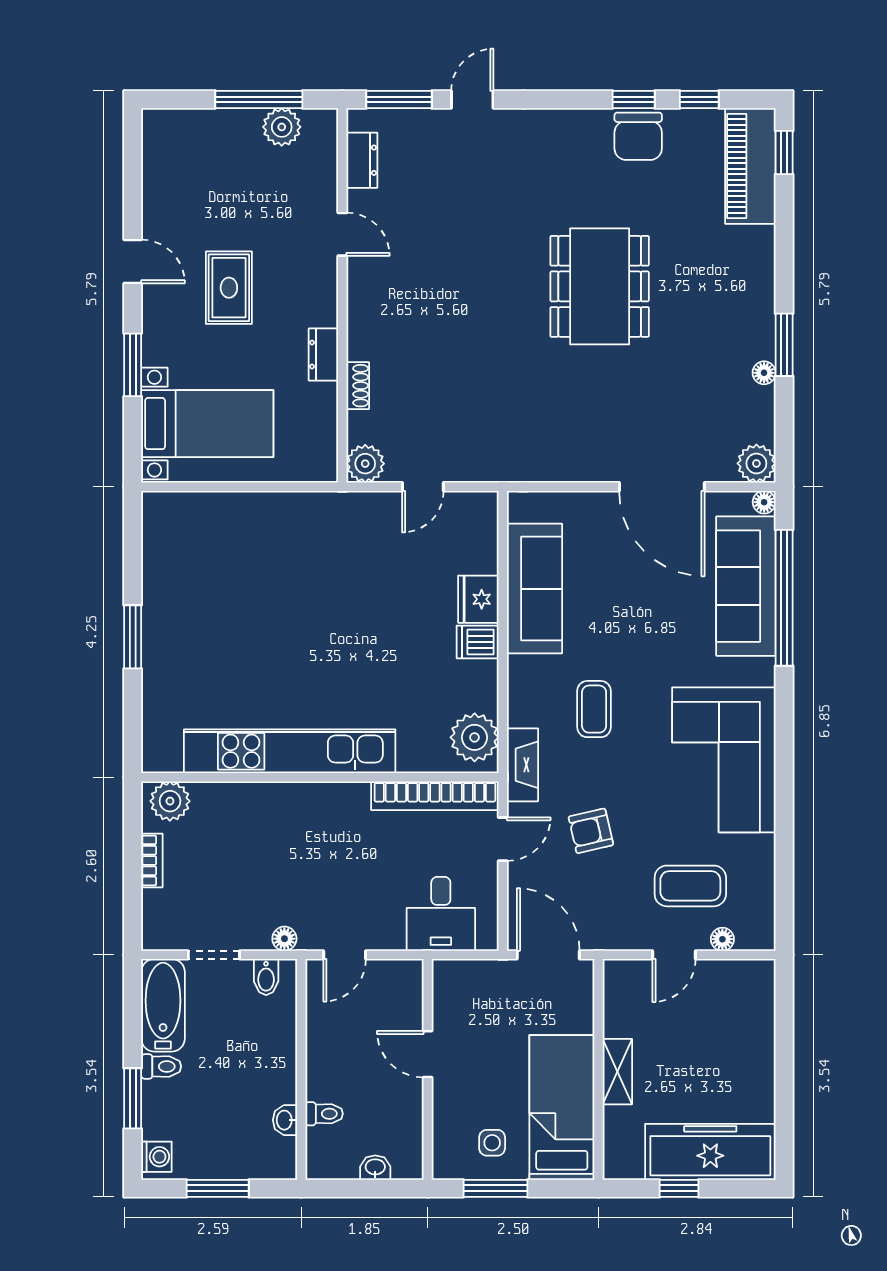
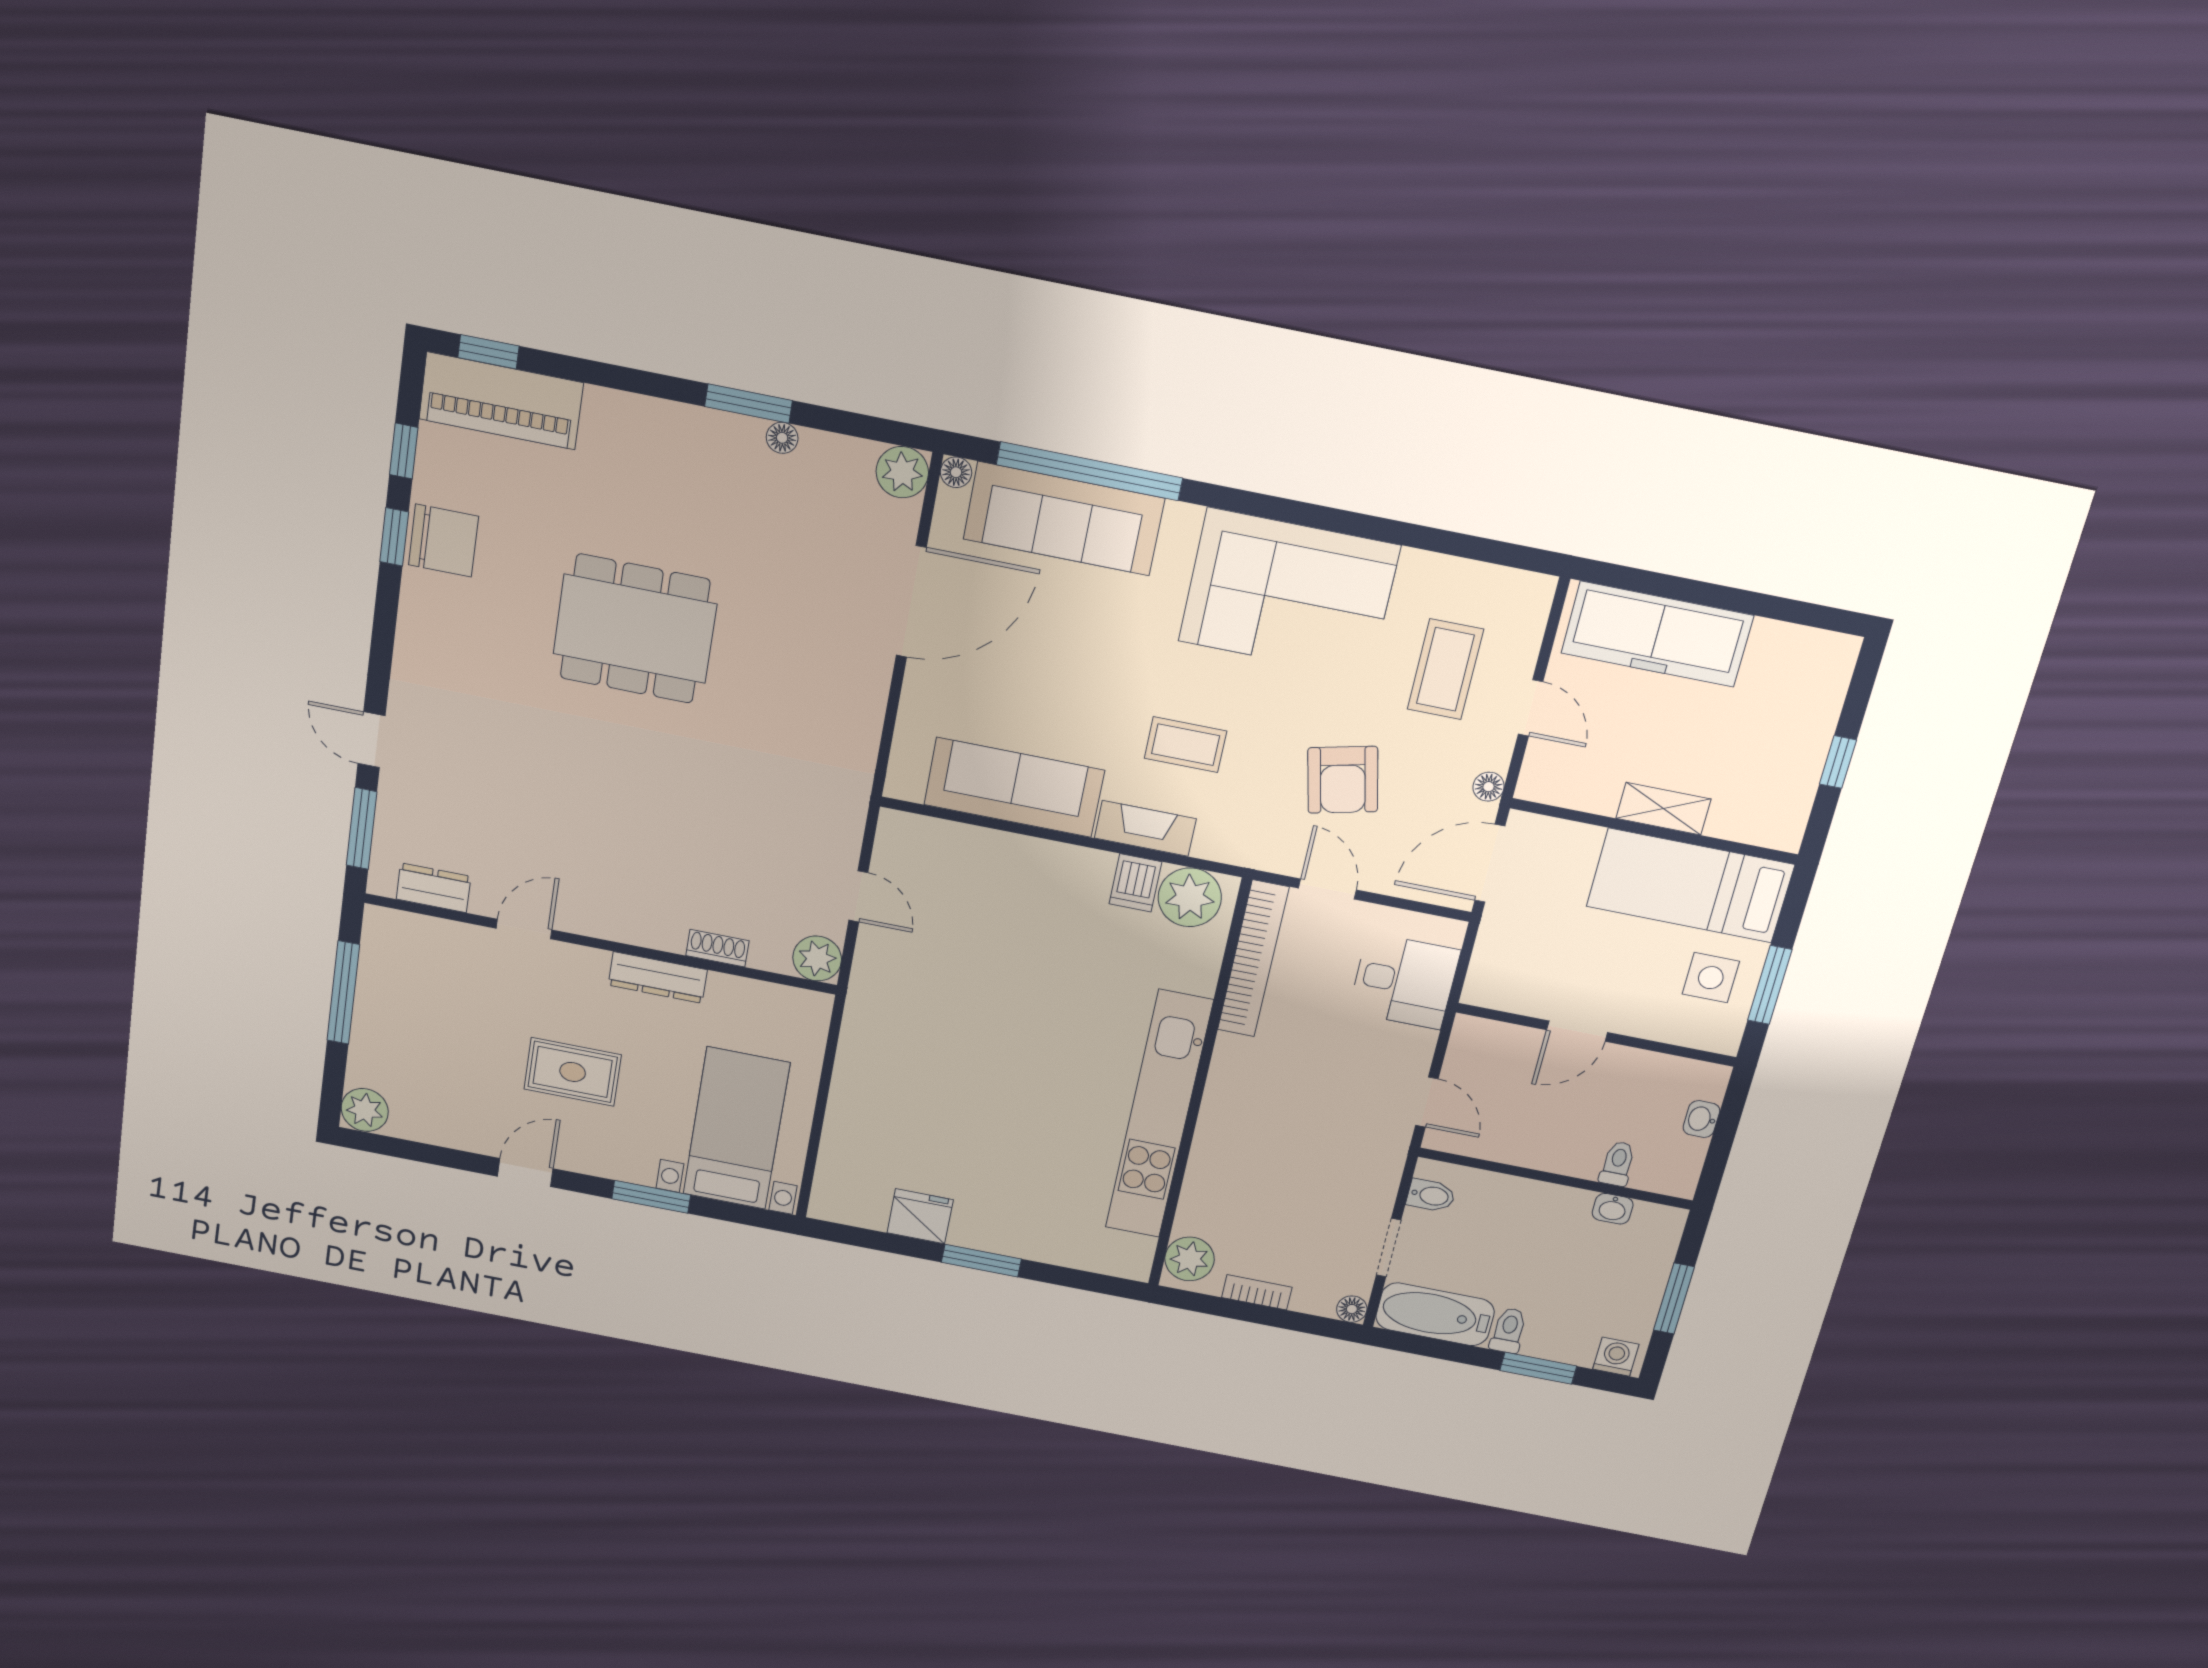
plant: (282, 127) -> (365, 1110), moved
dresser: (323, 355) -> (658, 978), width x1.44
fridge: (478, 599) -> (920, 1216), moved, turned 180
dishwasher: (478, 642) -> (1135, 883), moved
fireplace: (522, 765) -> (1145, 828), moved
armchair: (591, 831) -> (1343, 780), width x1.38, depth x1.38
floor lamp: (284, 939) -> (1352, 1309), moved
floor lamp: (722, 939) -> (1489, 787), moved
side table: (492, 1143) -> (1711, 978), width x1.37, depth x1.37
freezer: (710, 1152) -> (1657, 634), moved, turned -90

